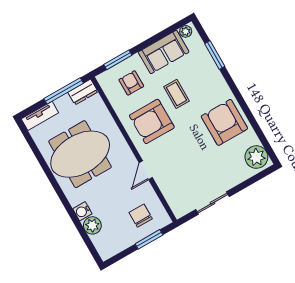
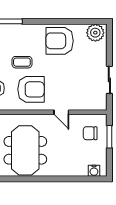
armchair: (152, 121) -> (31, 89), turned -90
water cooler: (82, 211) -> (94, 171), moved
plant: (92, 225) -> (78, 170), removed

